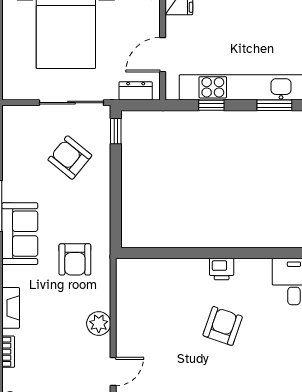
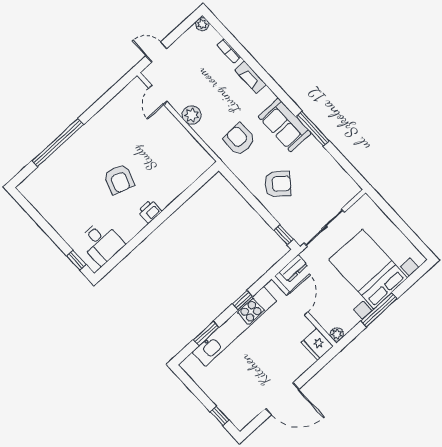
armchair: (70, 158) -> (278, 184), moved

